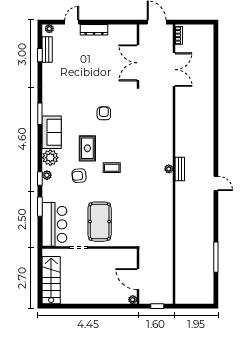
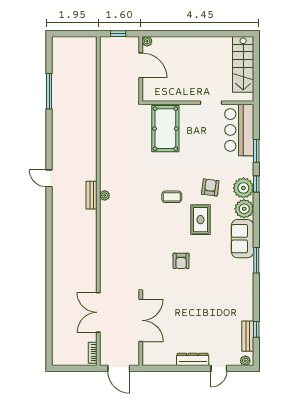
plant: (47, 175) -> (243, 188), width x1.87, depth x1.87
armchair: (79, 176) -> (210, 187), turned -78
pool table: (100, 222) -> (165, 129), moved

